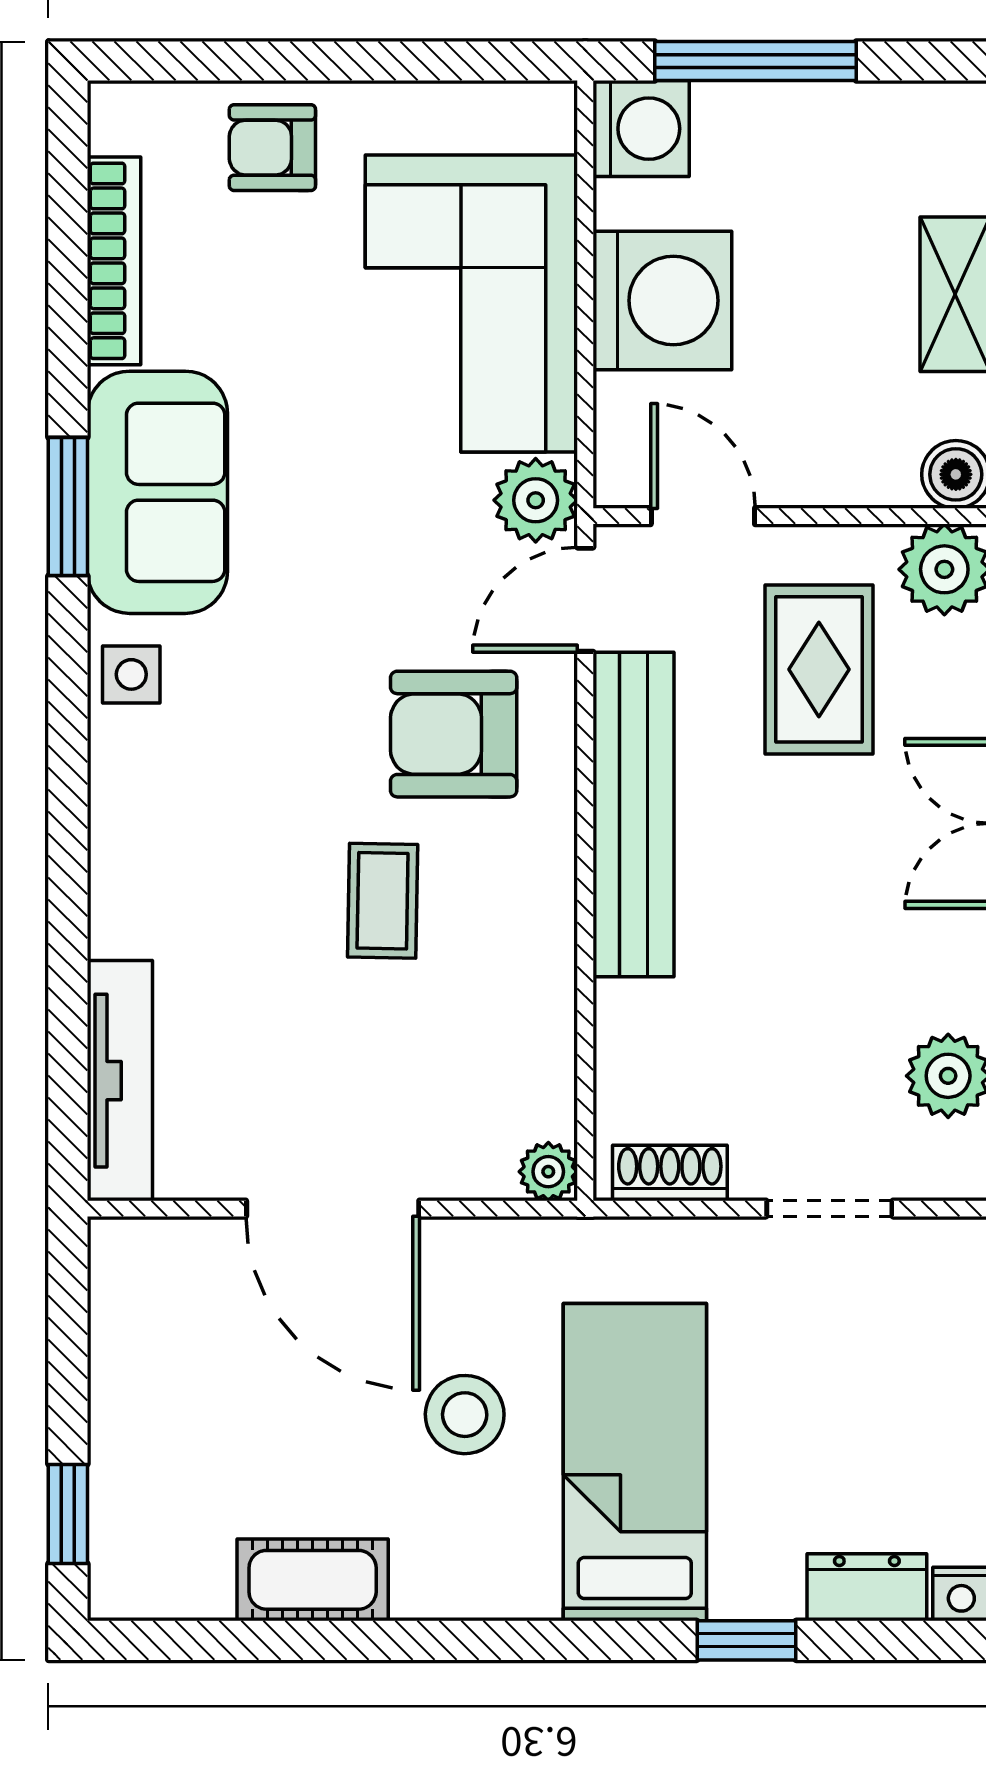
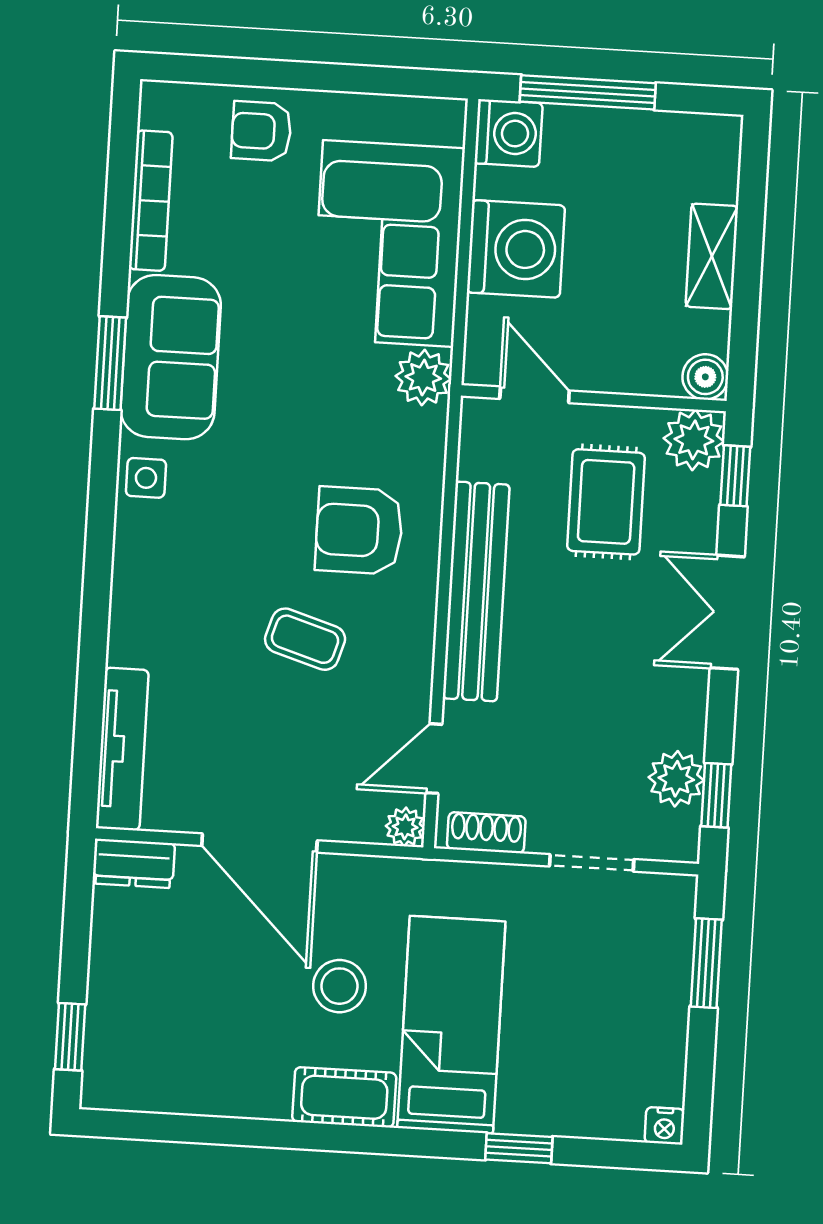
door: (585, 600) -> (434, 759), moved
coffee table: (383, 901) -> (305, 639), turned -74
cot: (313, 1580) -> (344, 1097), moved
dresser: (867, 1587) -> (134, 863), moved, turned 180

